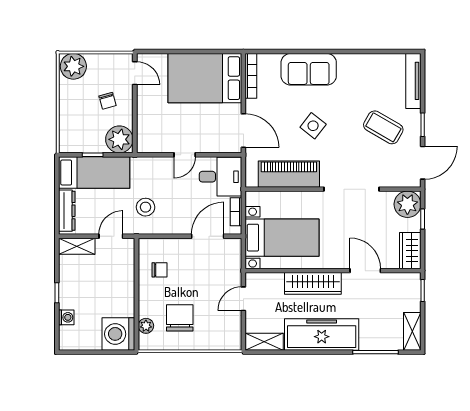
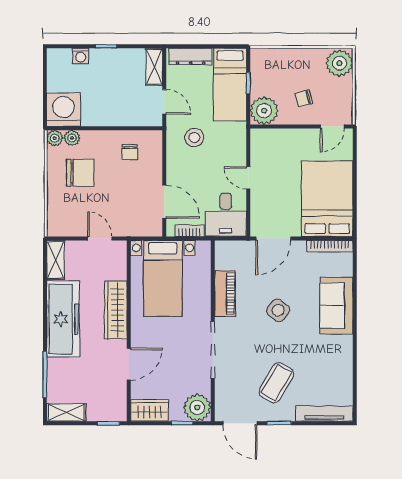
piano: (289, 174) -> (225, 294), width x0.73, depth x0.75
plant: (146, 343) -> (55, 138), added

